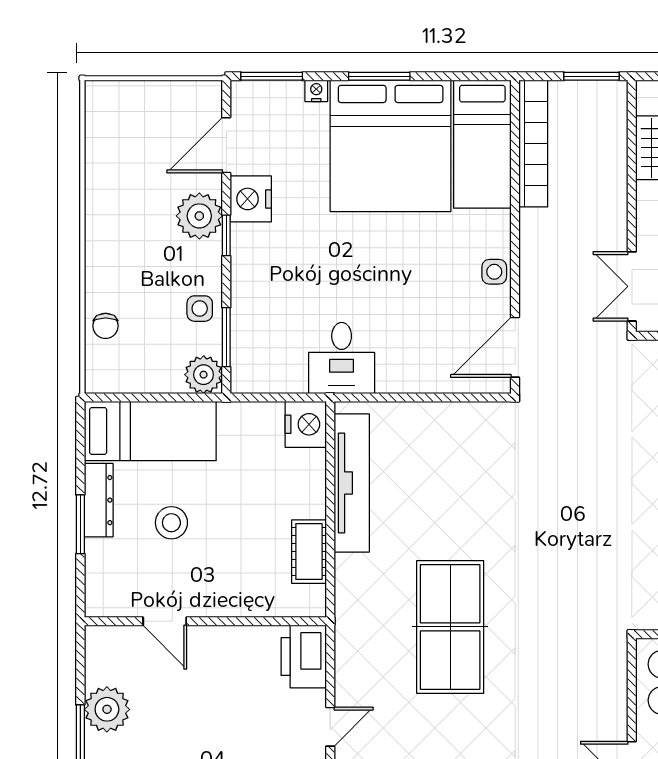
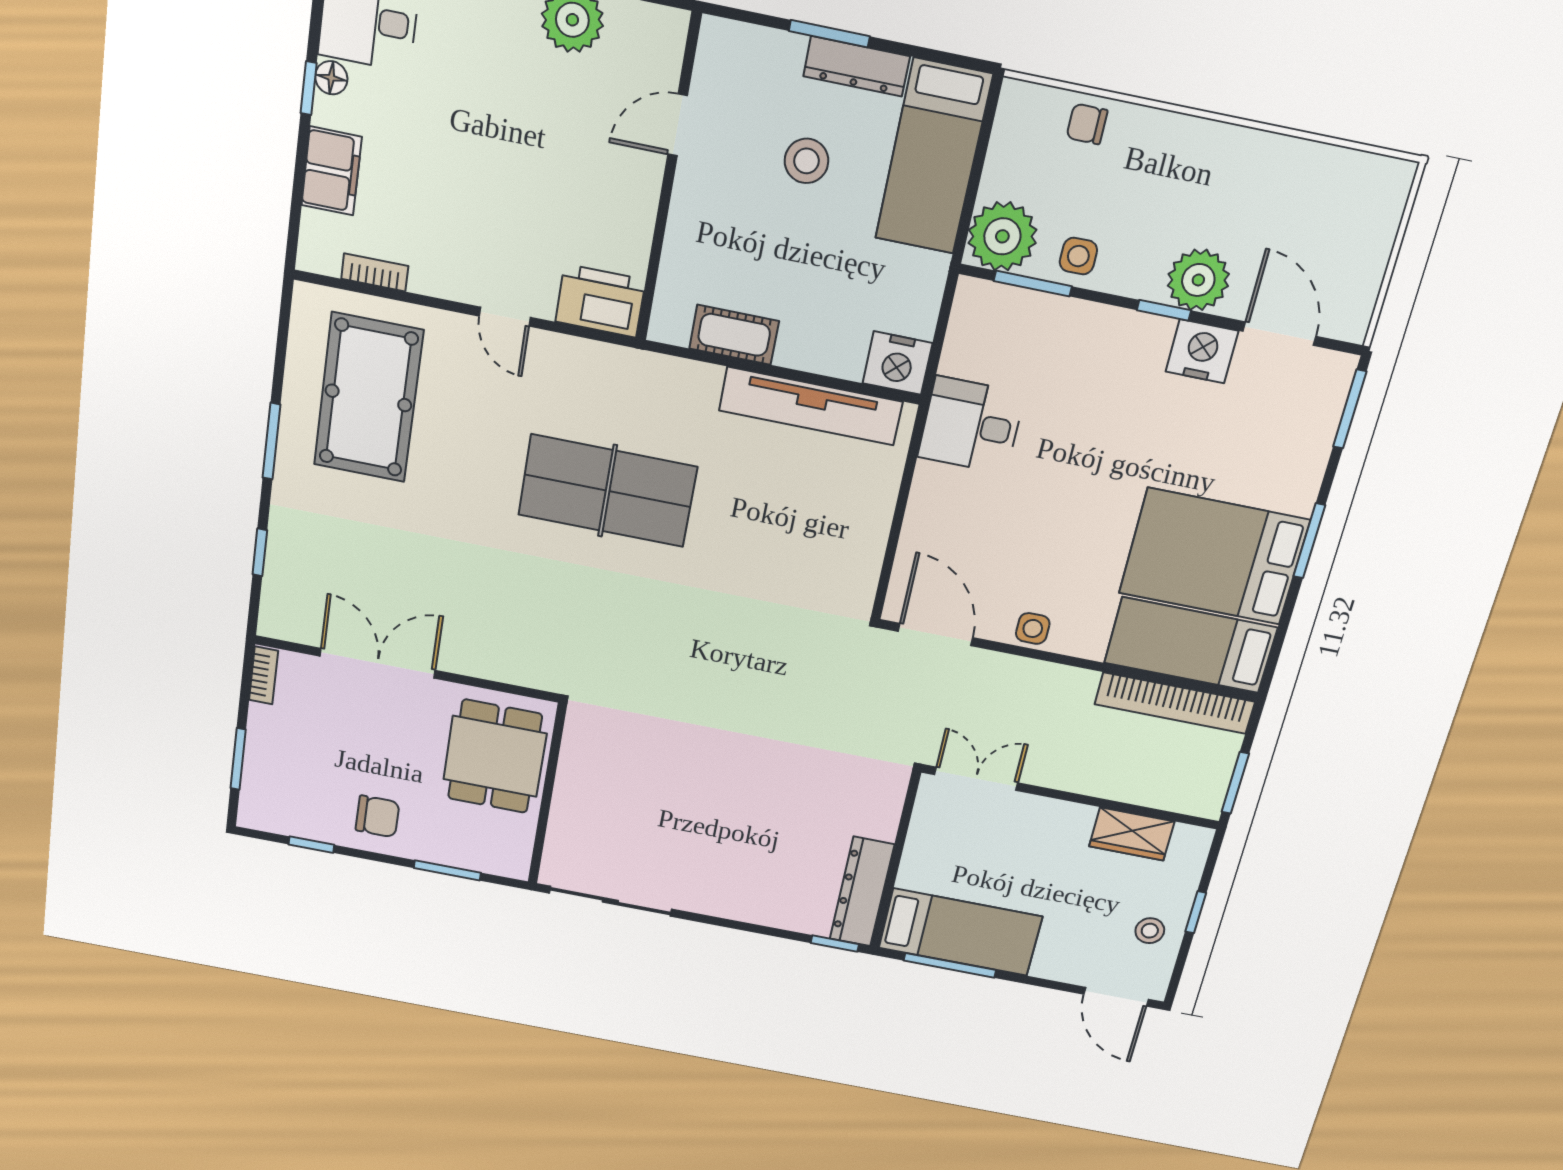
nightstand: (316, 91) -> (1315, 461), removed
bed: (391, 146) -> (1214, 557), width x0.73
plant: (204, 375) -> (1002, 236), width x1.36, depth x1.36

